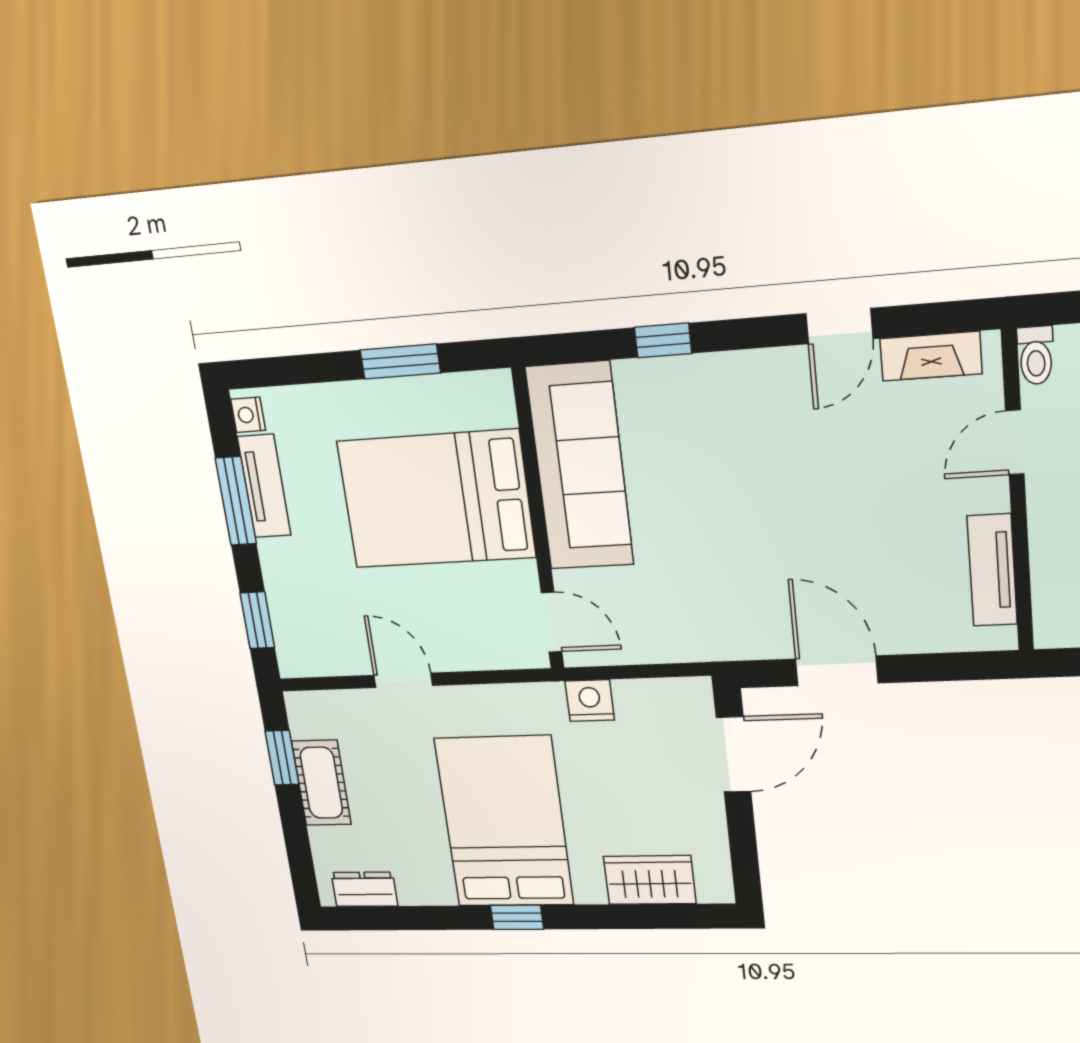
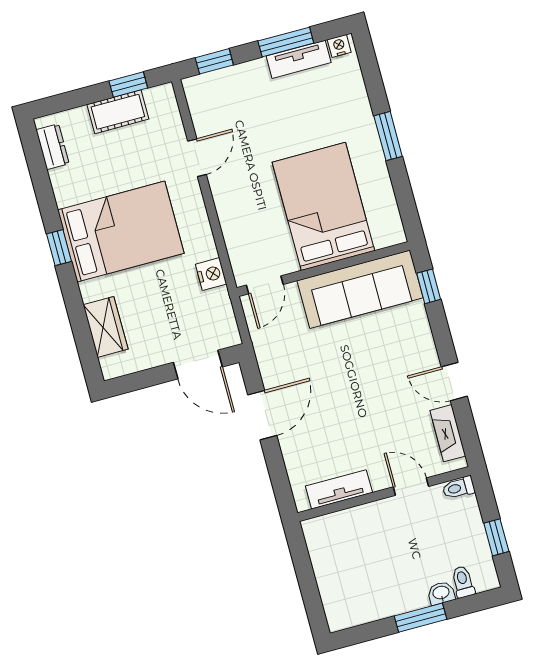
sofa: (580, 466) -> (360, 289), moved
bed: (436, 499) -> (323, 206), moved
wall: (538, 521) -> (323, 269), moved
door: (552, 622) -> (265, 285), moved

